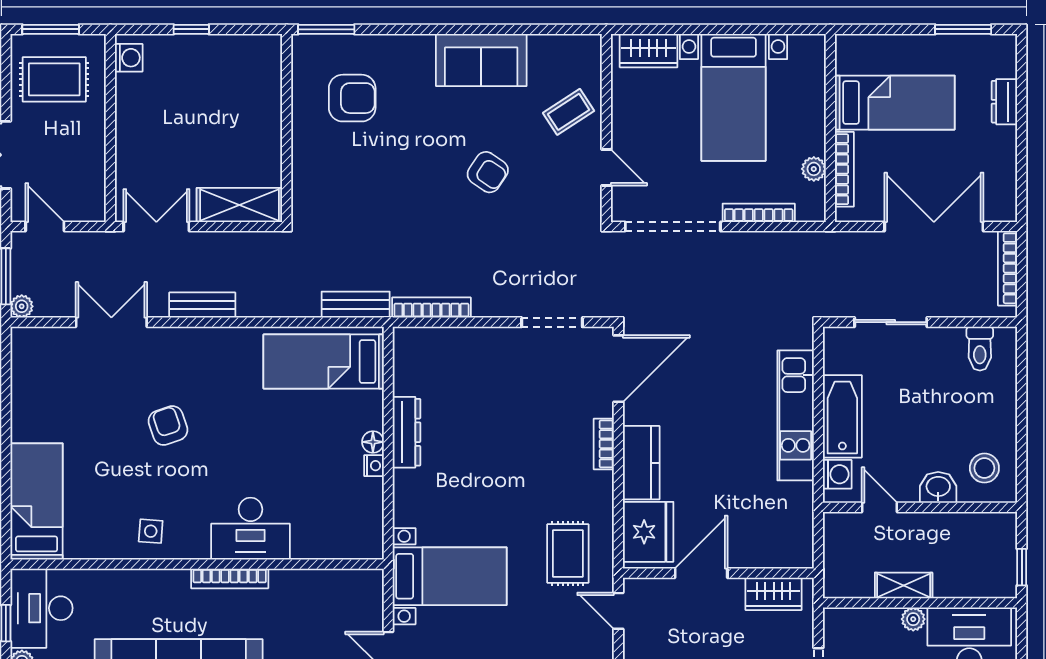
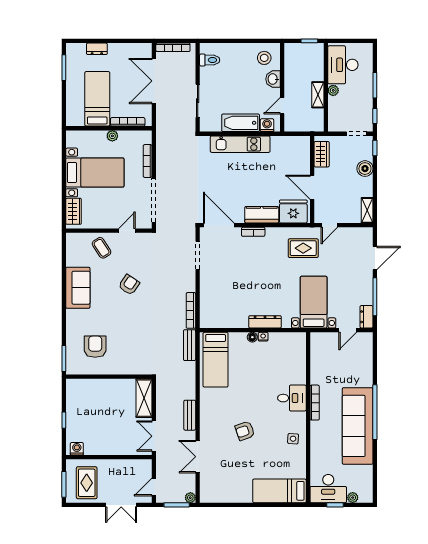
plant: (814, 169) -> (112, 136), moved
dresser: (407, 432) -> (265, 322), moved
desk: (250, 529) -> (292, 398), width x0.73

